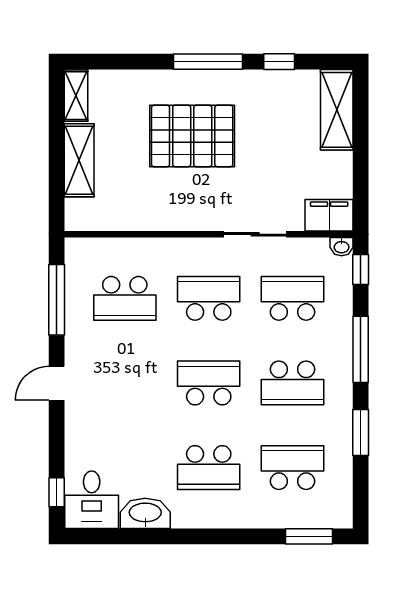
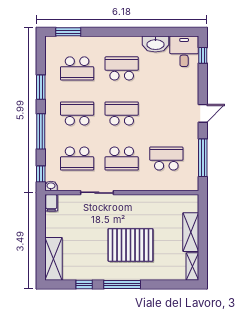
filing cabinet: (329, 215) -> (51, 203), width x0.50
school desk: (209, 383) -> (122, 113), turned 180

